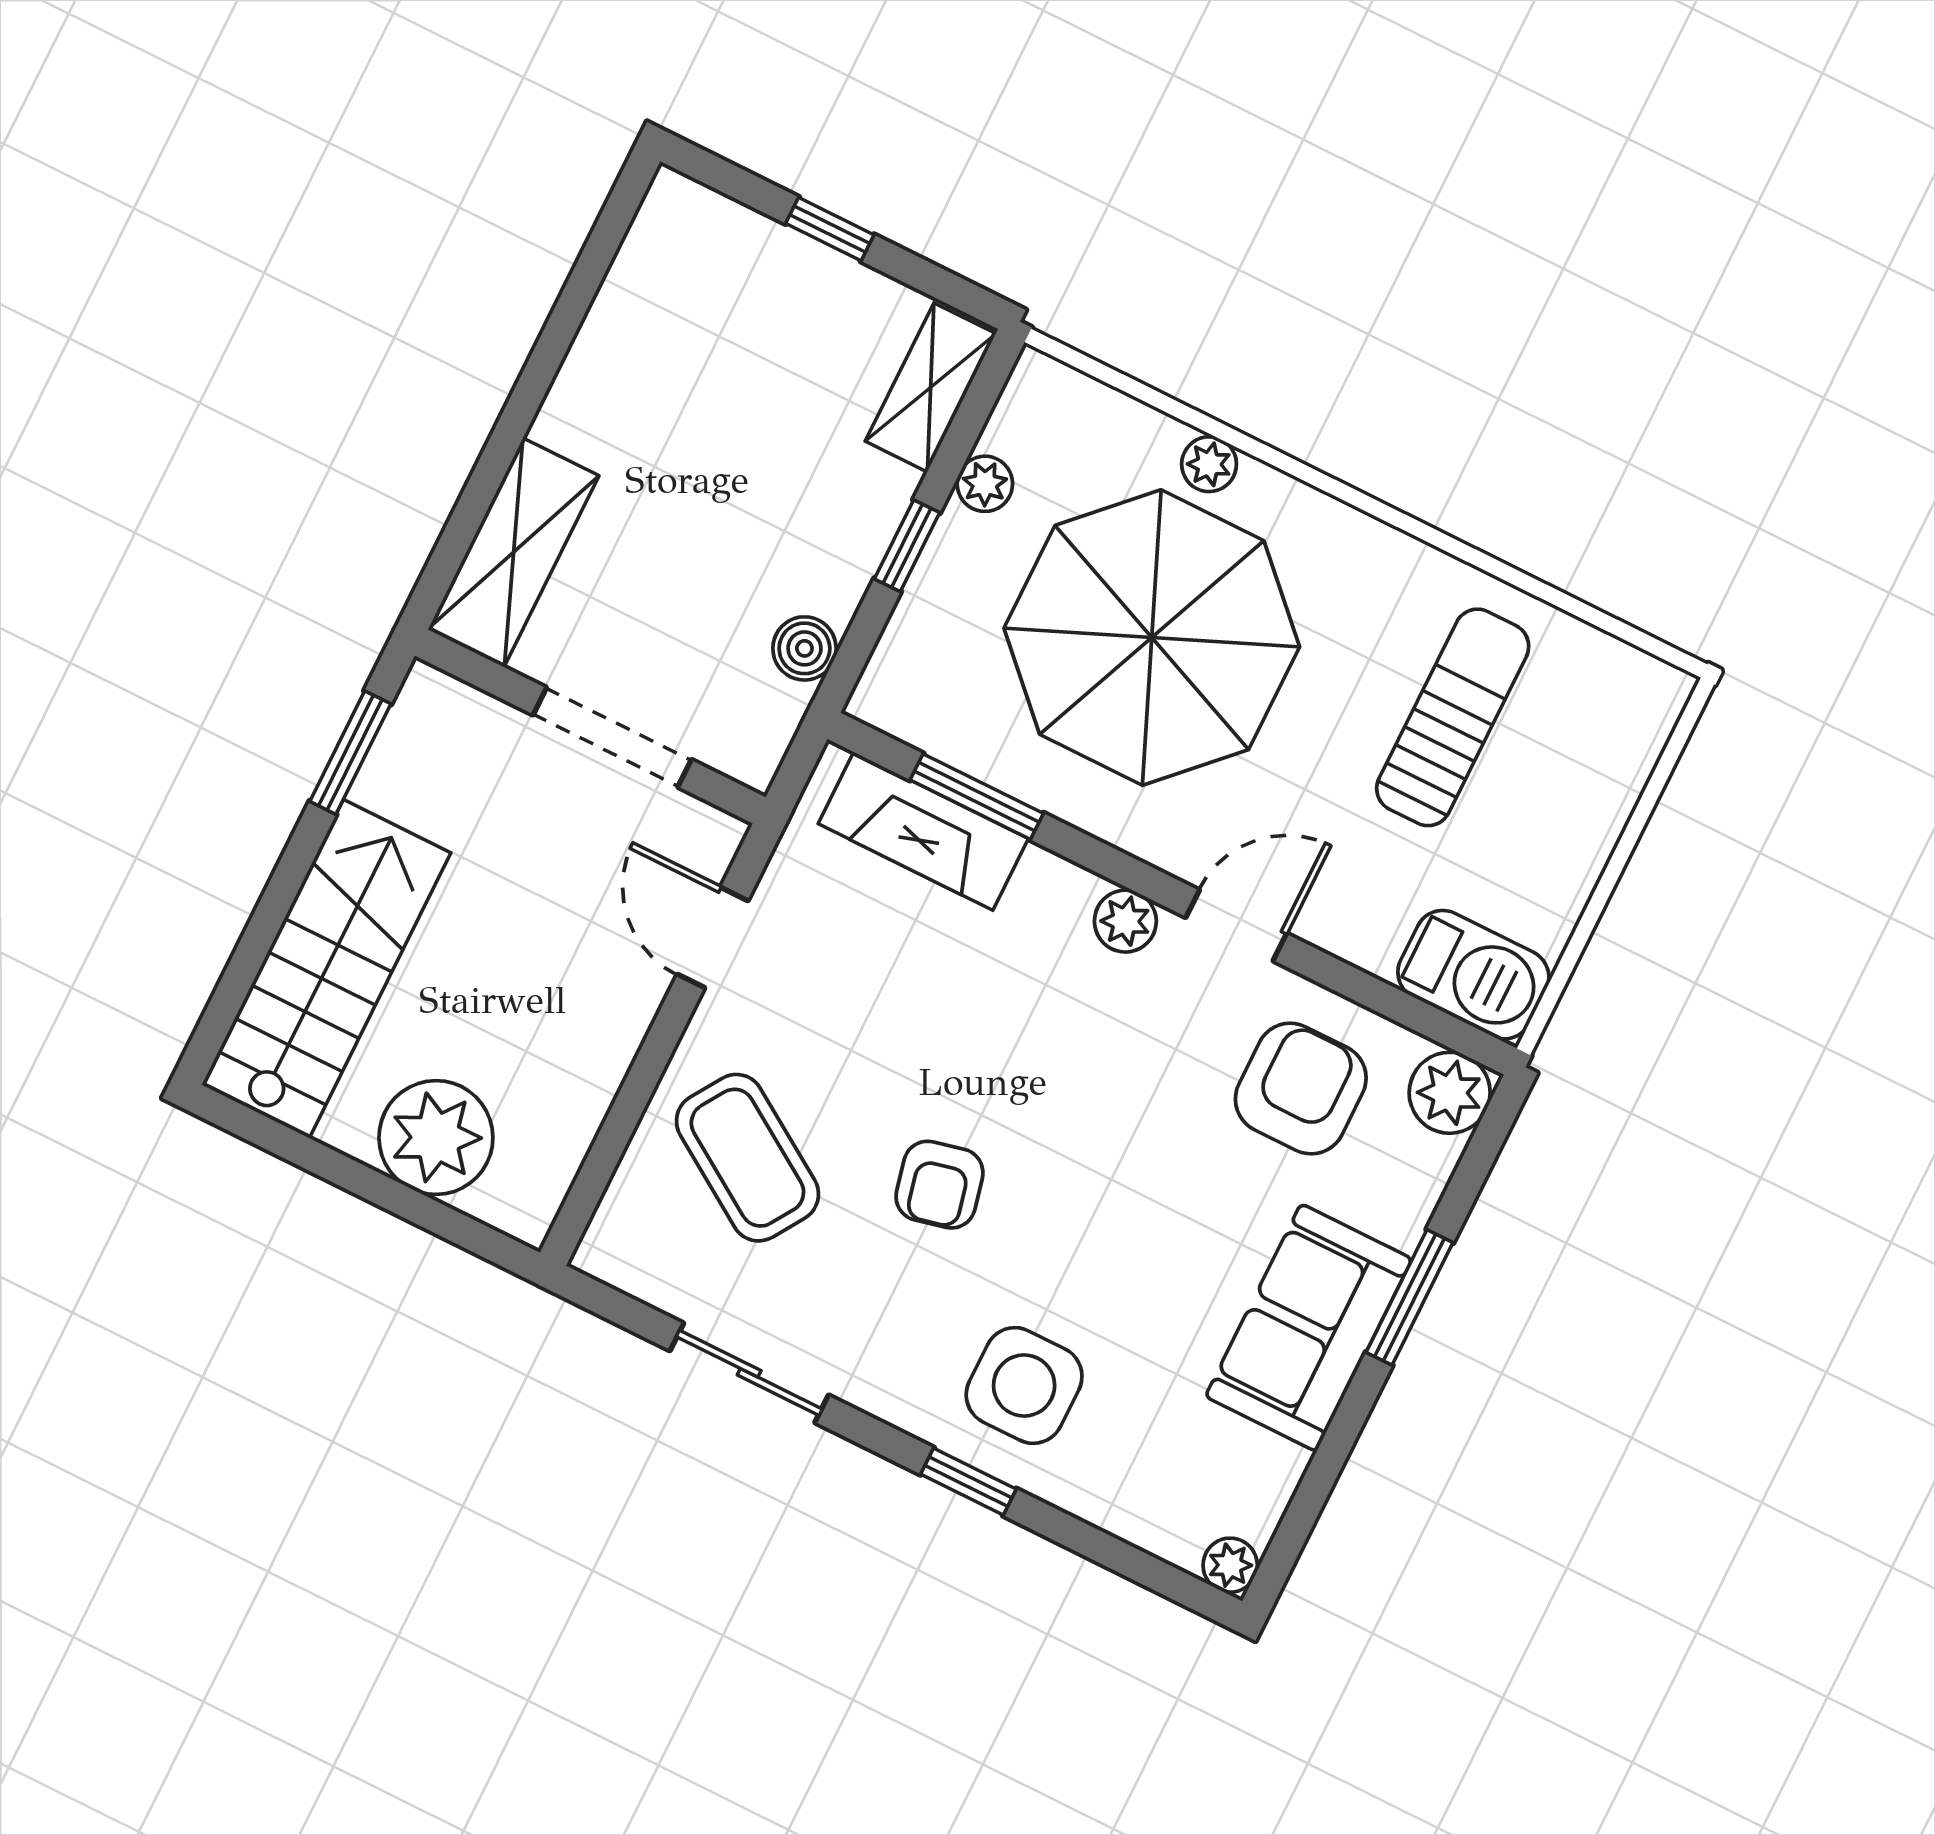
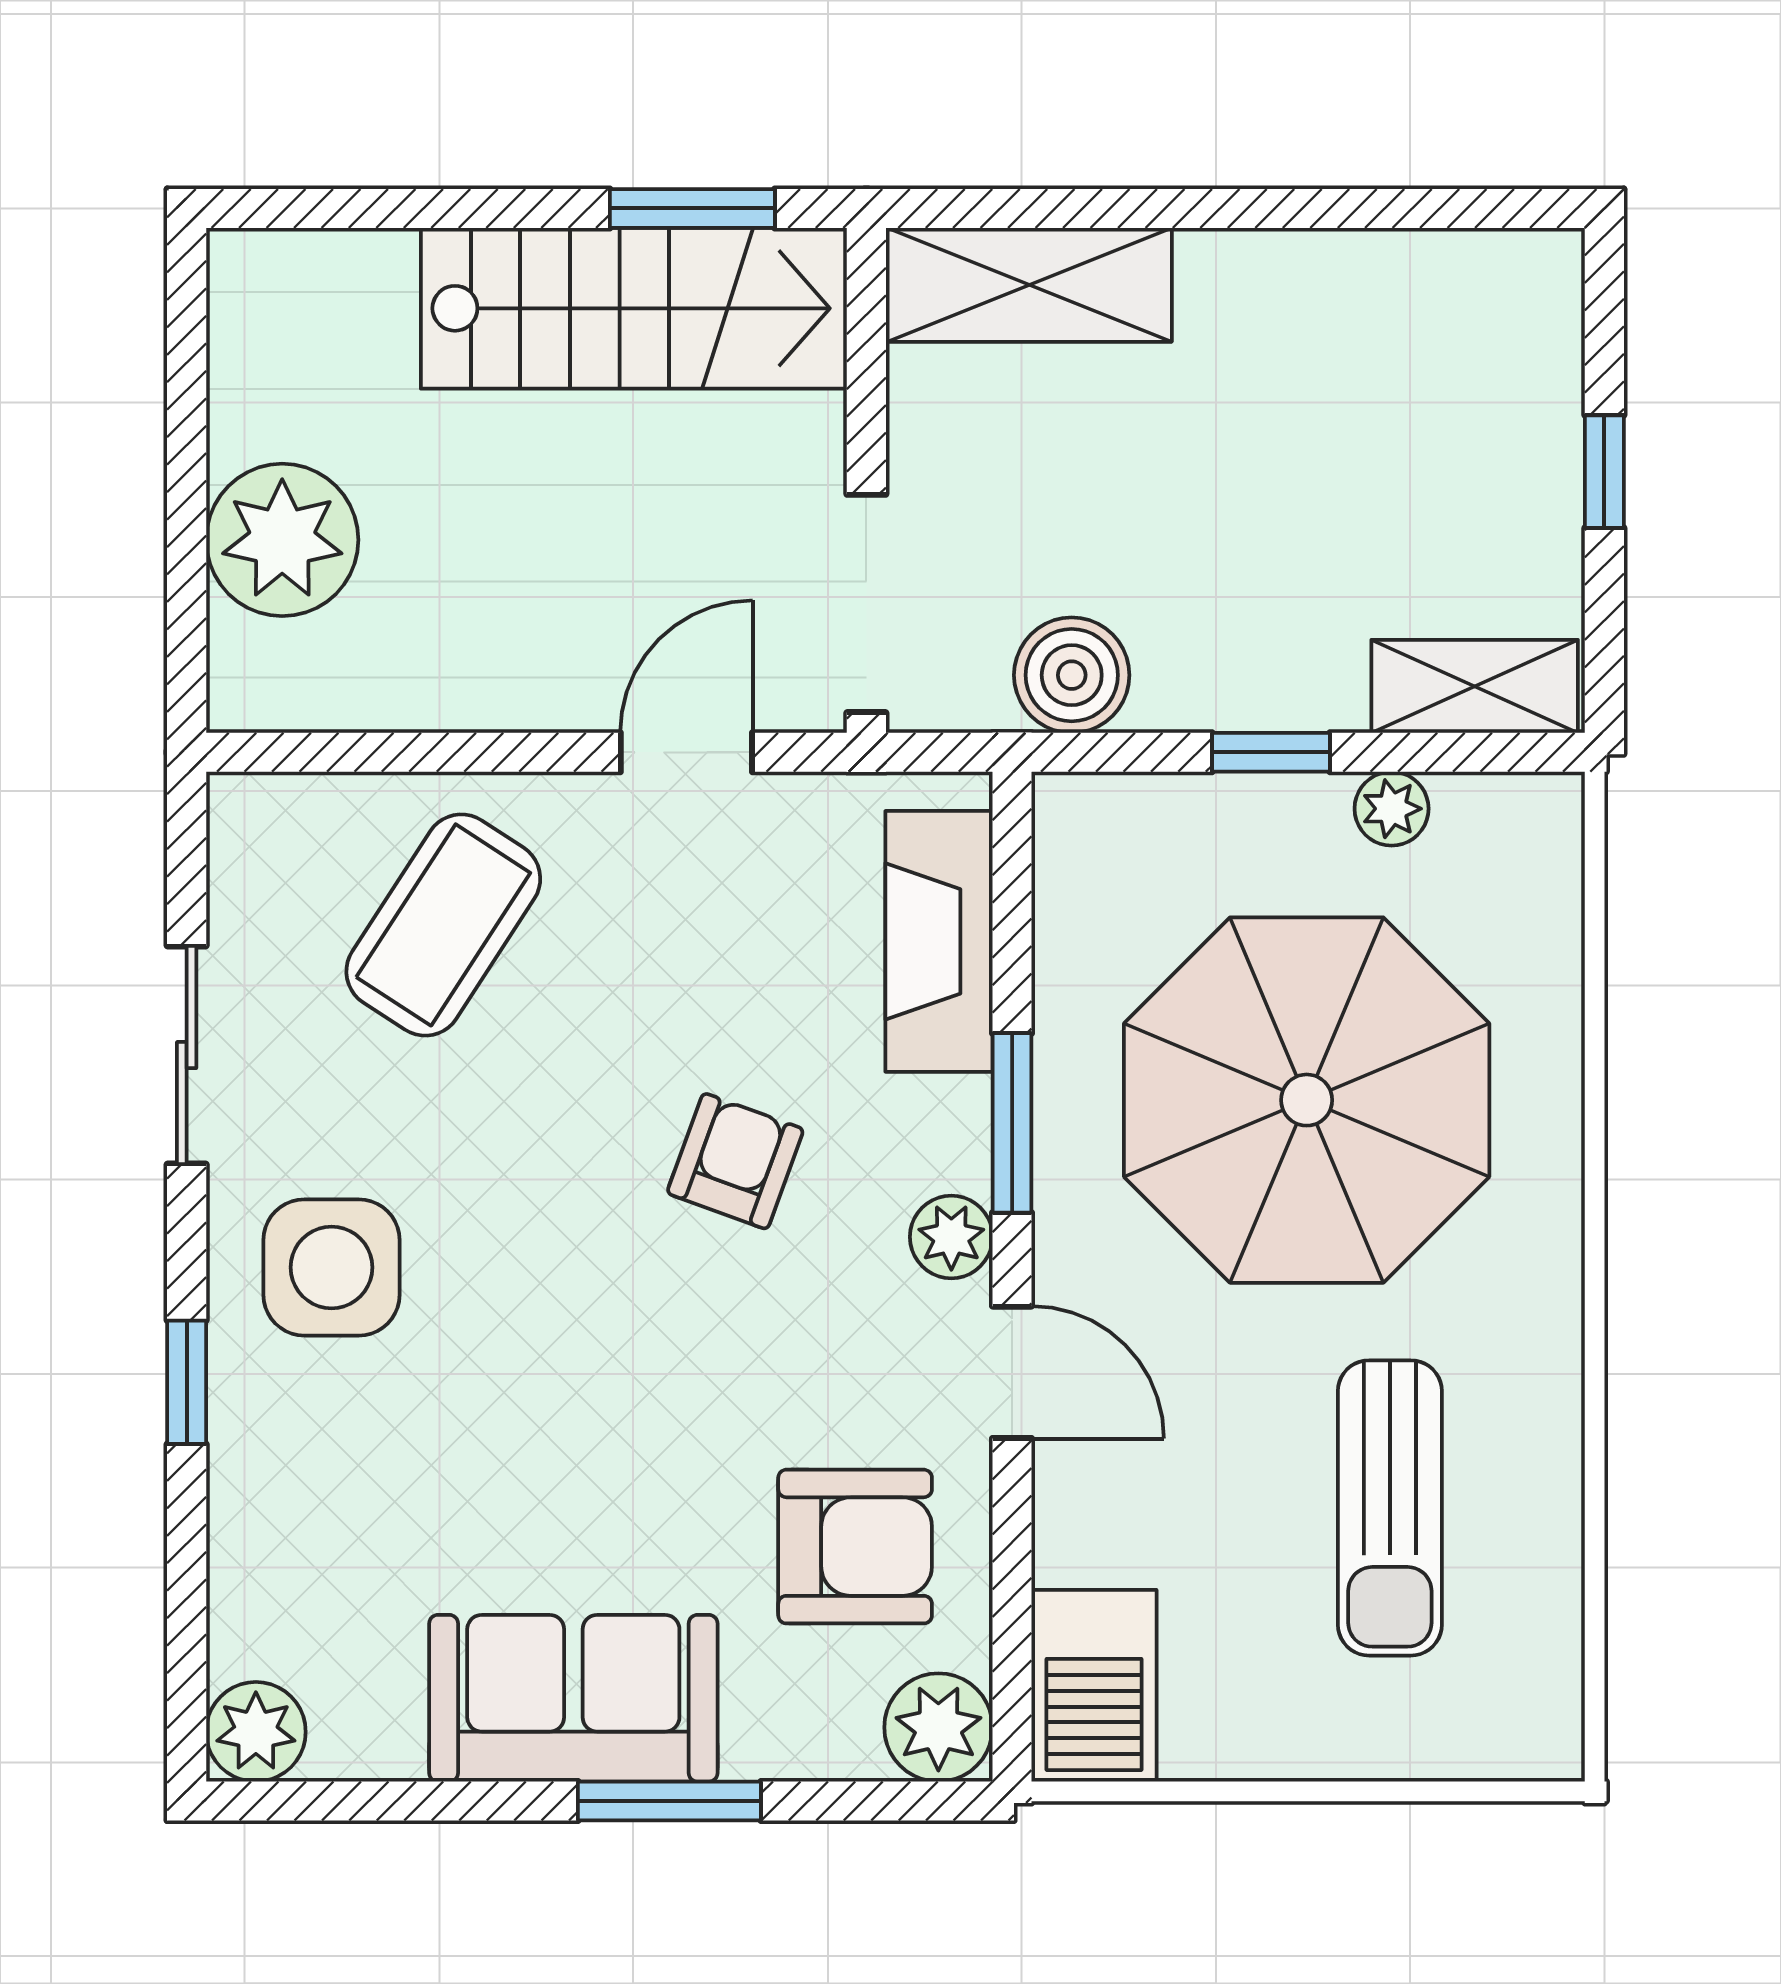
plant: (1209, 464) -> (1548, 1066), removed
boiler: (804, 648) -> (1072, 675), width x1.36, depth x1.36
sun lounger: (1453, 717) -> (1390, 1508), turned 90
doorway: (612, 737) -> (866, 603), moved
window: (977, 797) -> (1012, 1123), moved
stairs: (326, 969) -> (634, 308), moved
armchair: (939, 1185) -> (735, 1161), moved, turned 123
side table: (1024, 1385) -> (332, 1267), moved
plant: (1230, 1565) -> (256, 1732), width x1.38, depth x1.38

